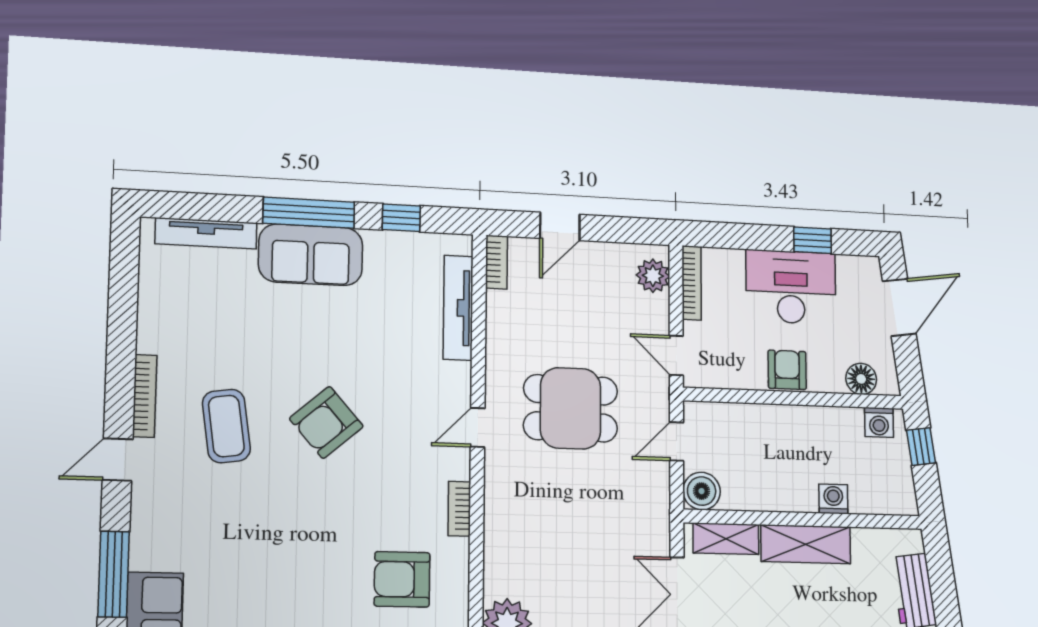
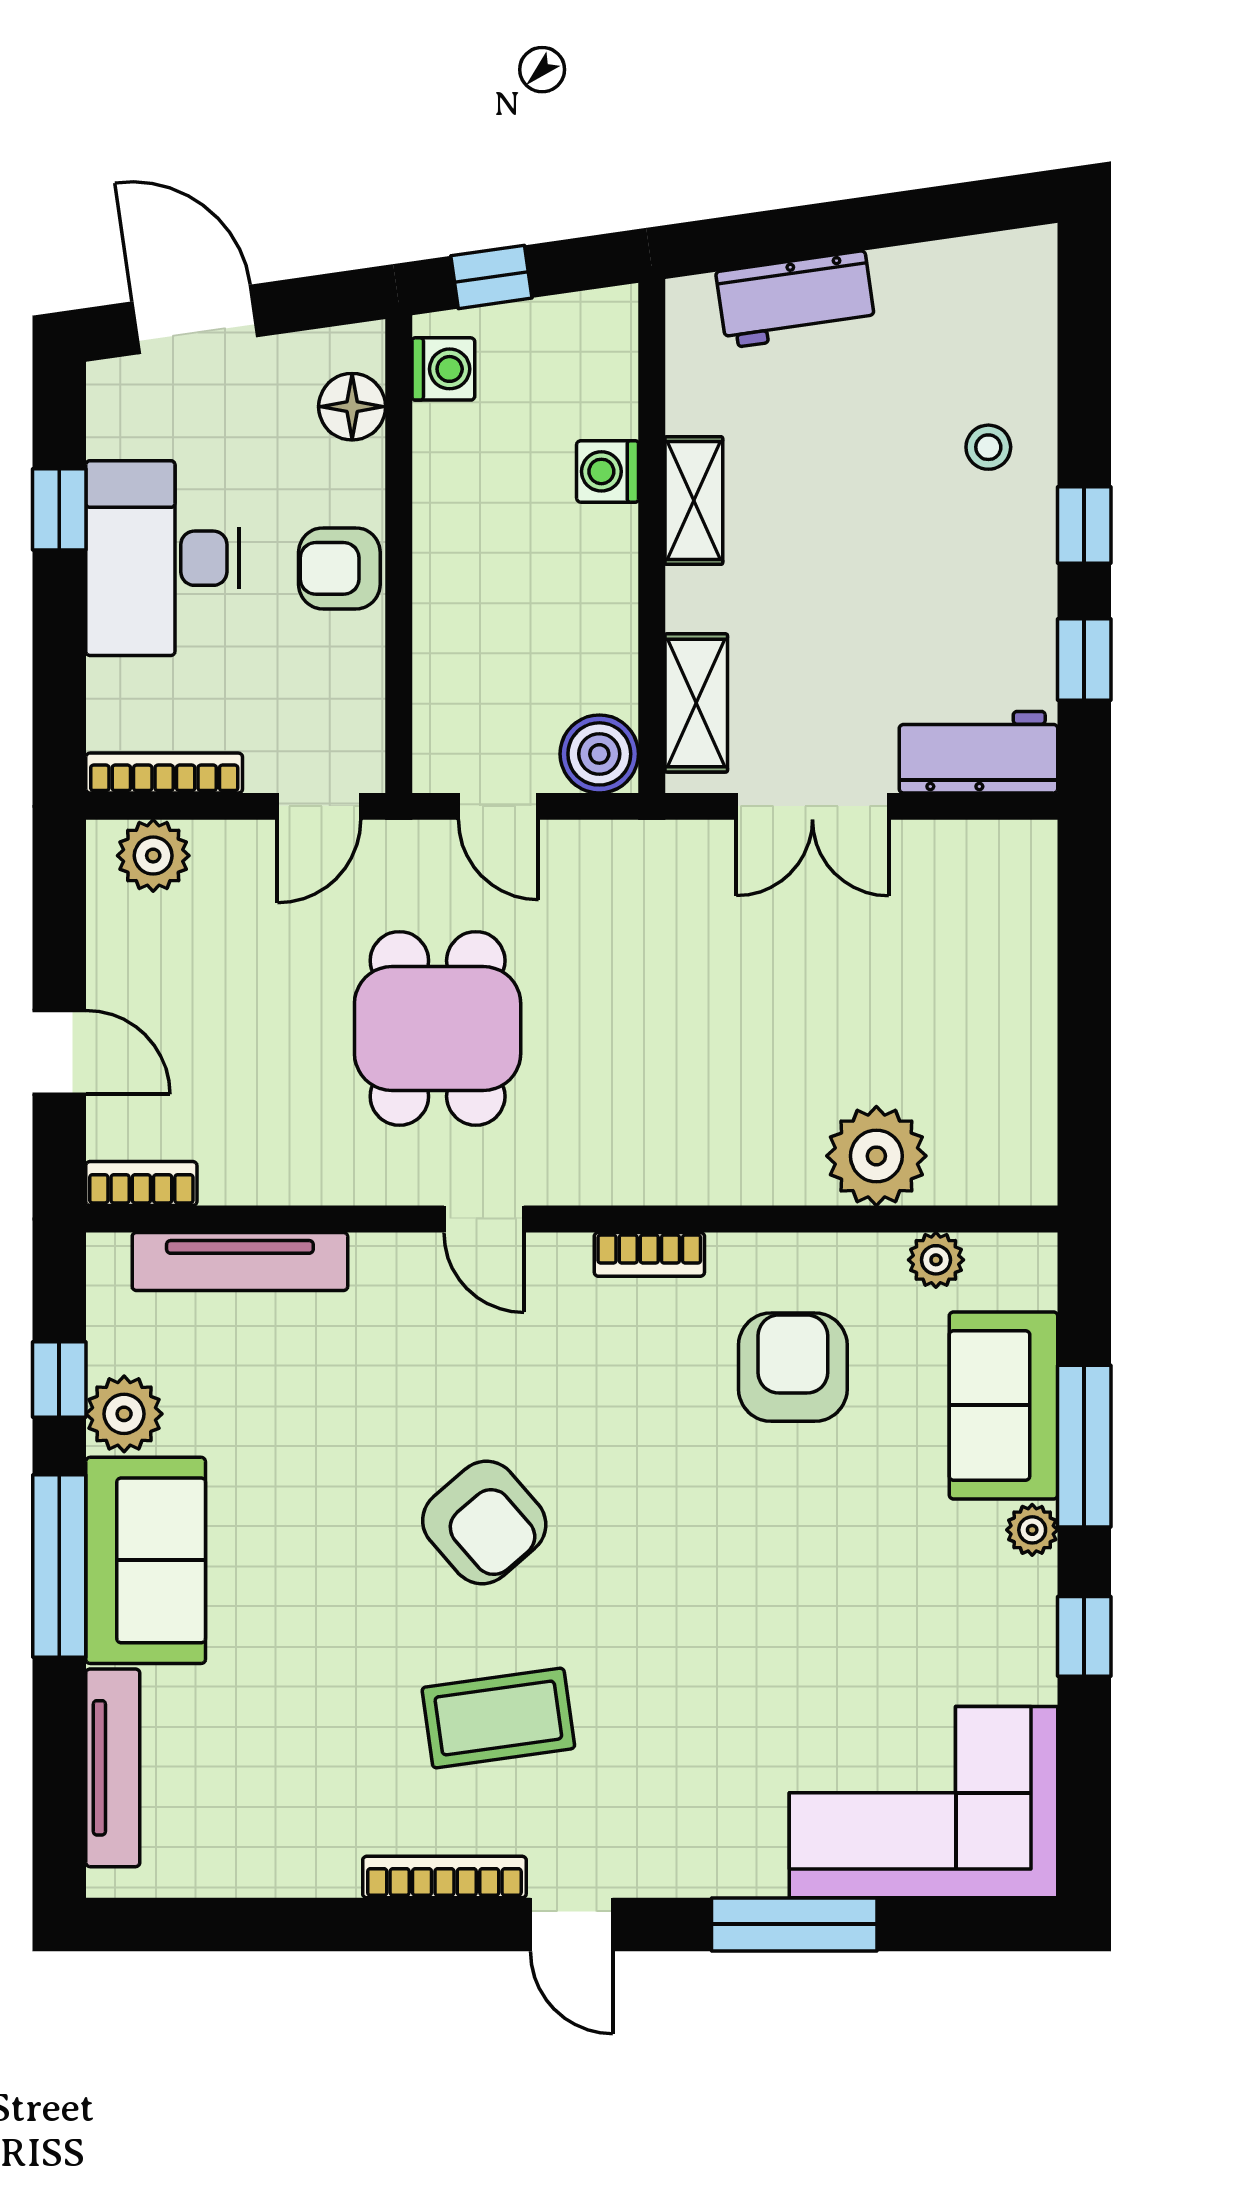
plant: (384, 248) -> (124, 1414), added
shelving: (806, 544) -> (694, 501), width x0.67, depth x0.75
armchair: (402, 579) -> (793, 1367), turned 180

